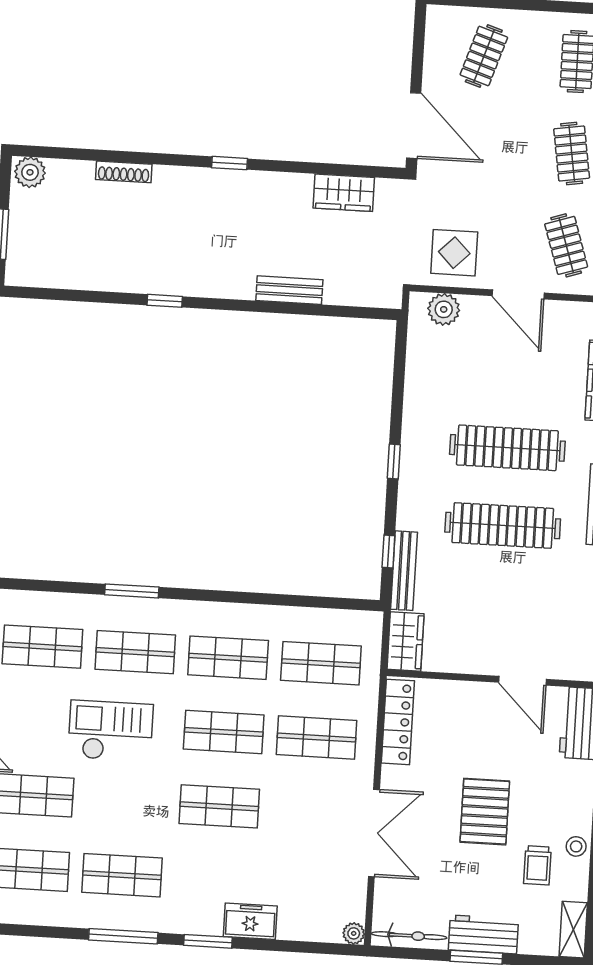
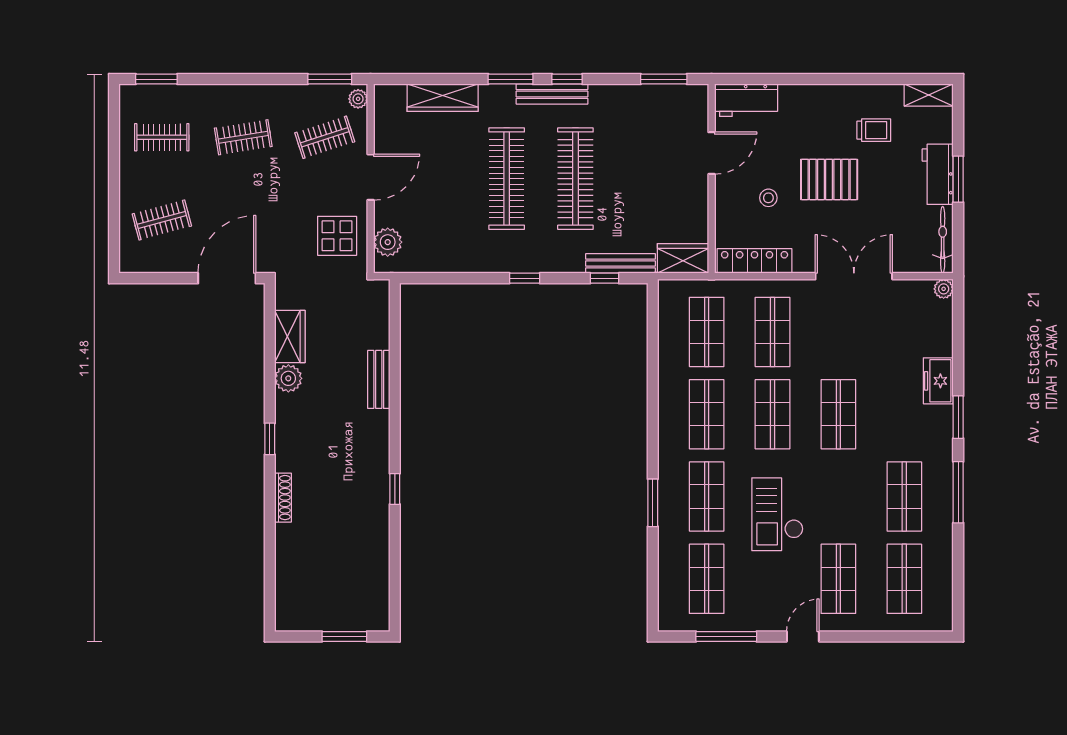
clothes rail: (484, 56) -> (162, 220), turned -33
plant: (30, 172) -> (288, 378), moved
shoe rack: (124, 172) -> (283, 498), moved
stool: (576, 846) -> (768, 198), moved

